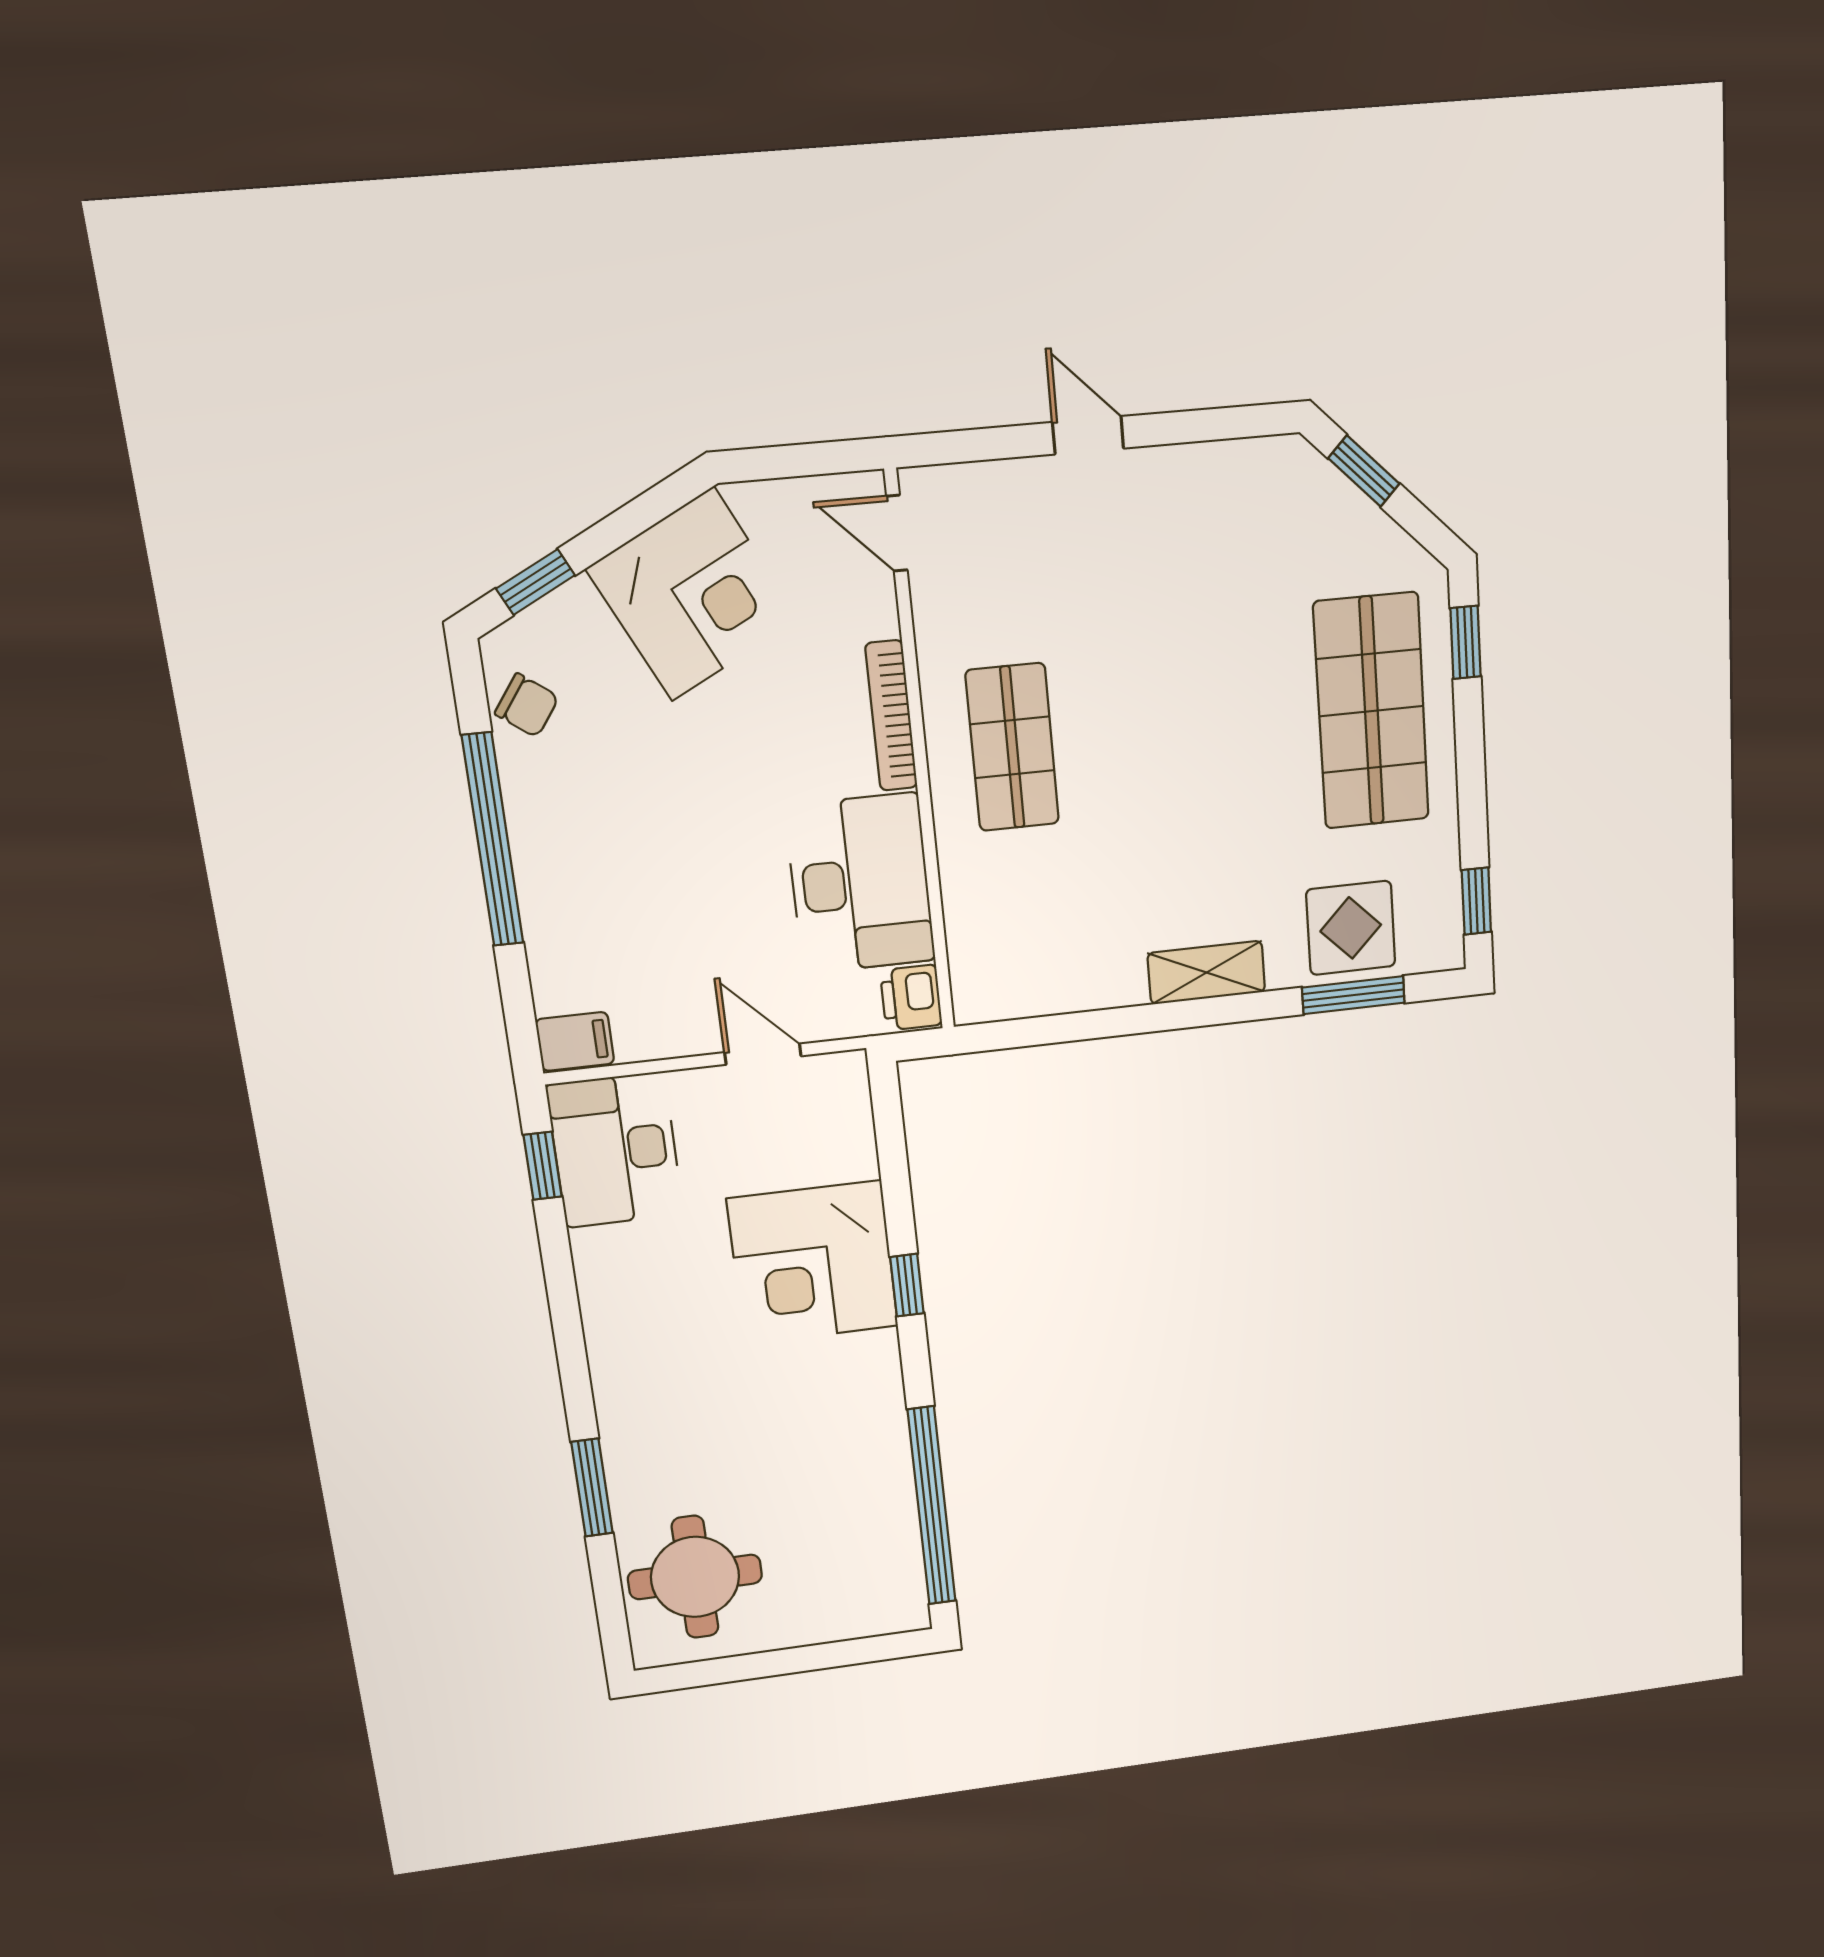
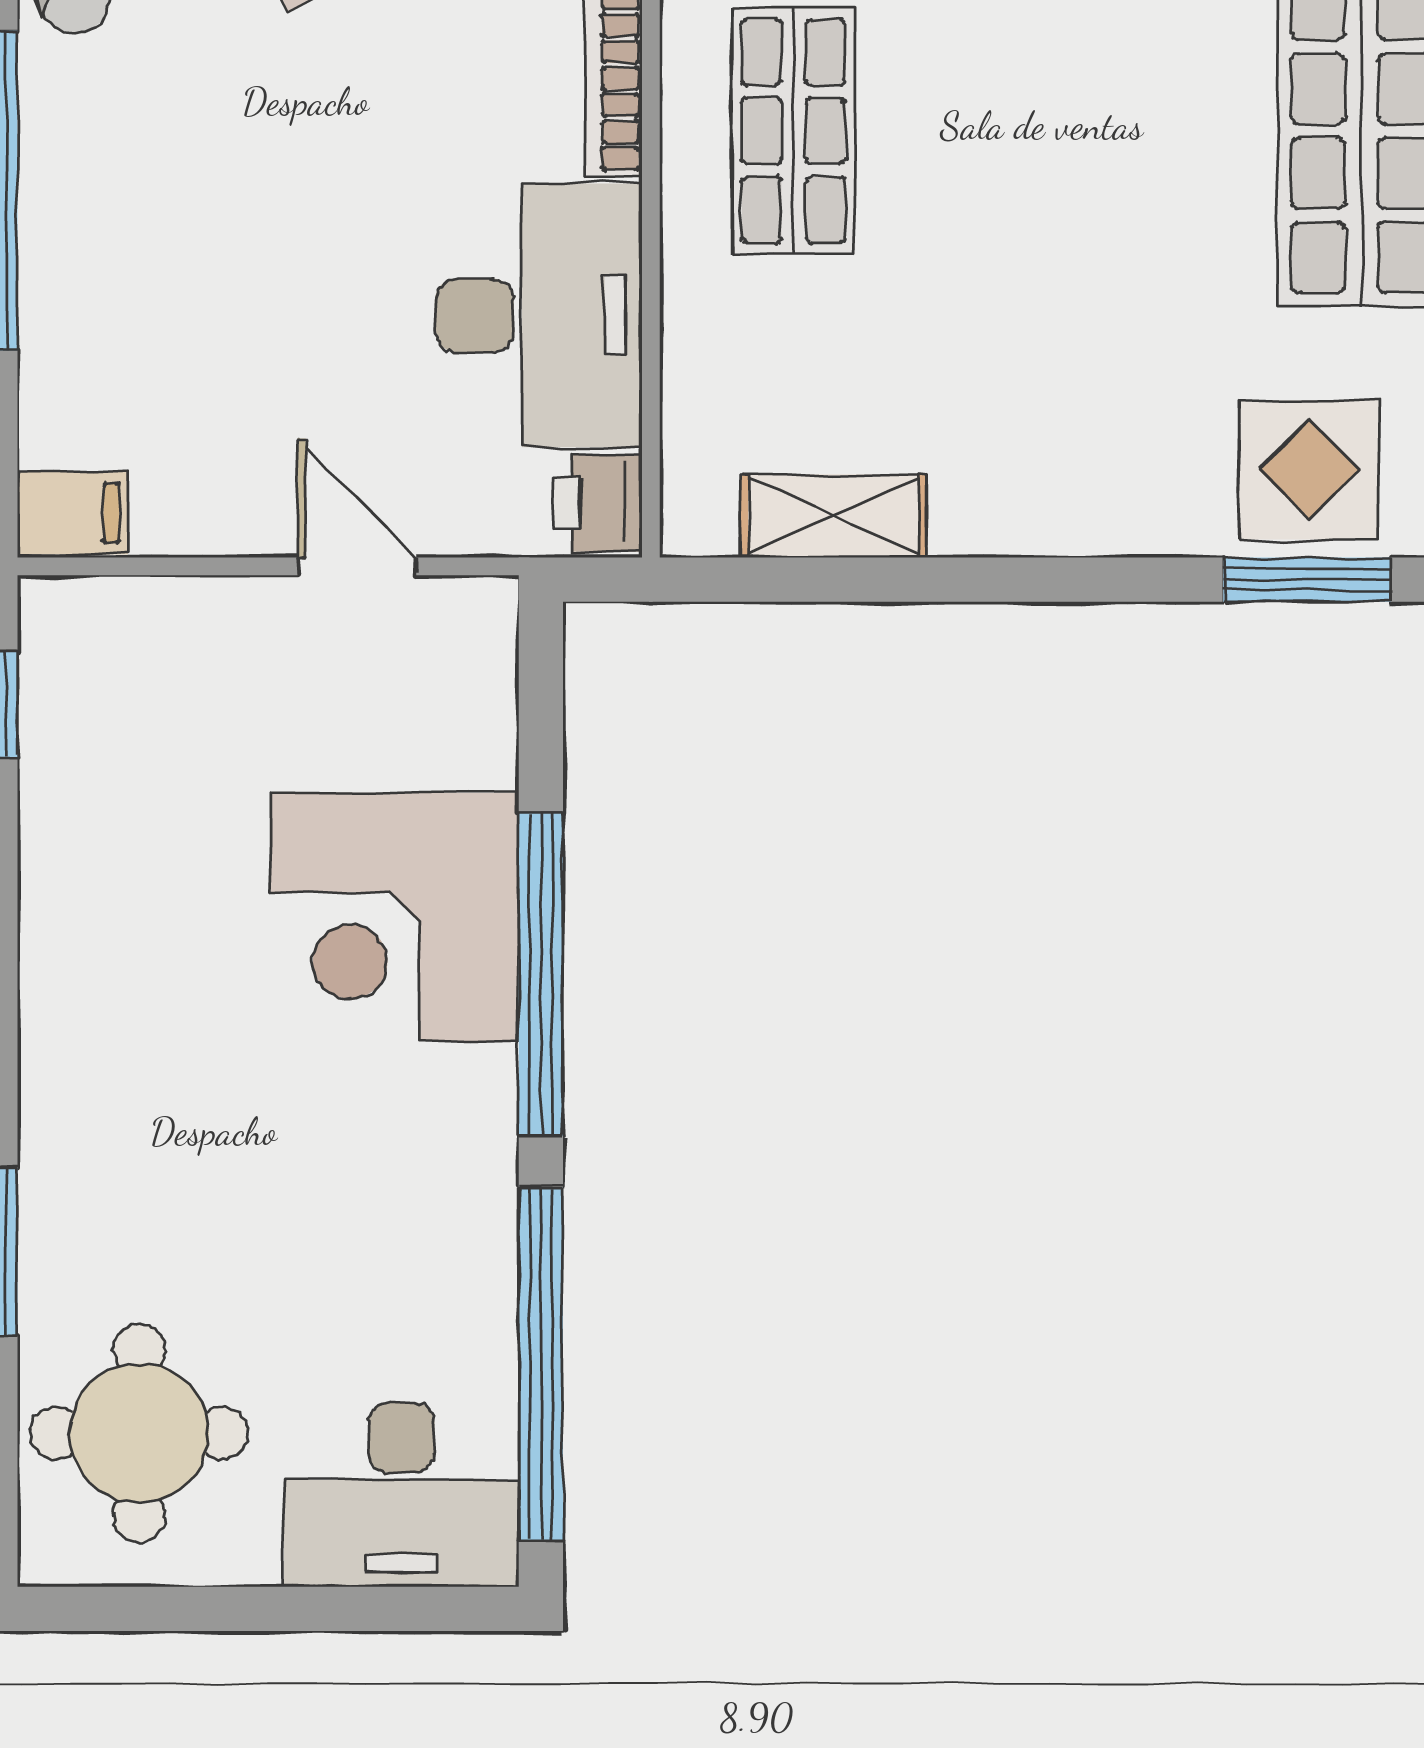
shelving: (1206, 973) -> (834, 516), moved
desk: (615, 1150) -> (402, 1495), moved, turned -90
window: (907, 1285) -> (541, 974), width x3.17

